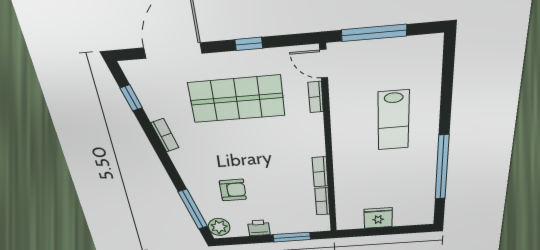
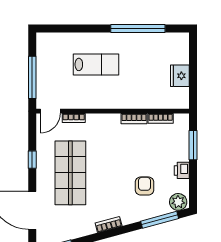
bookcase: (165, 135) -> (109, 224), moved

